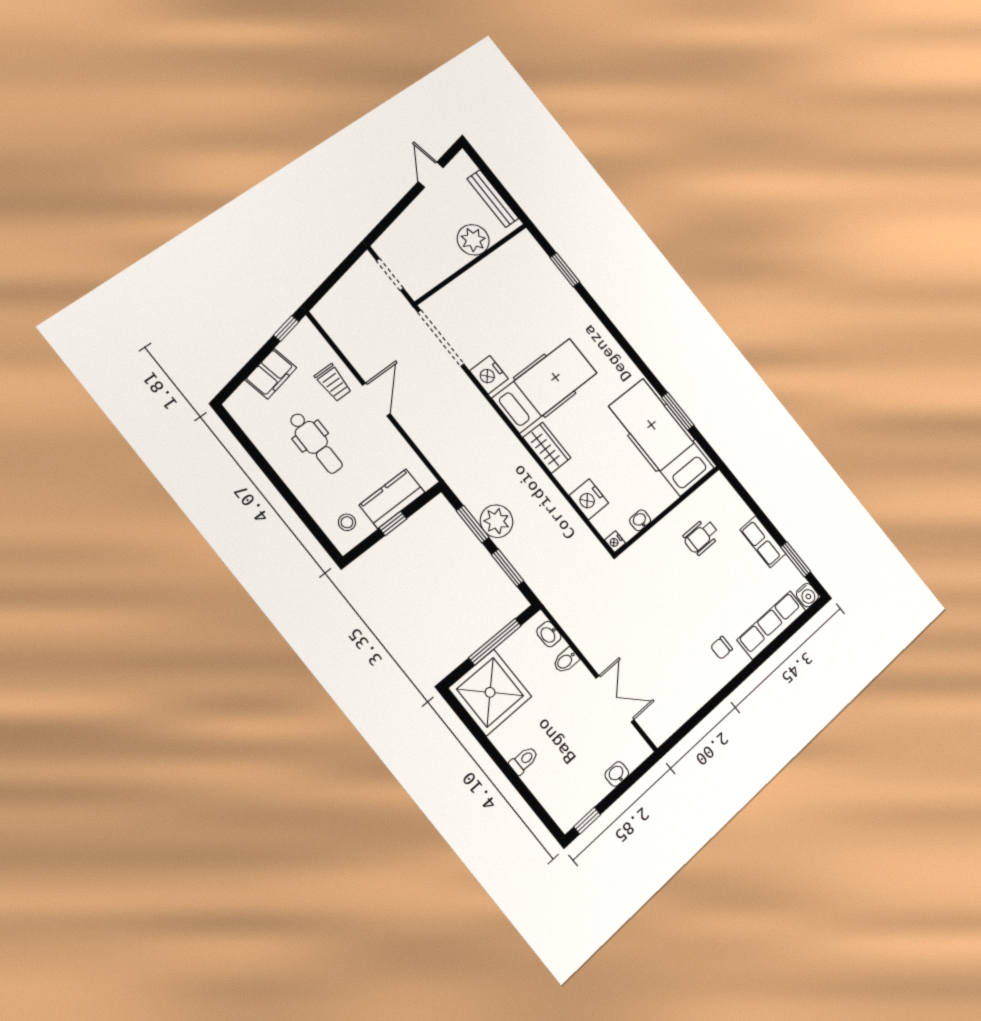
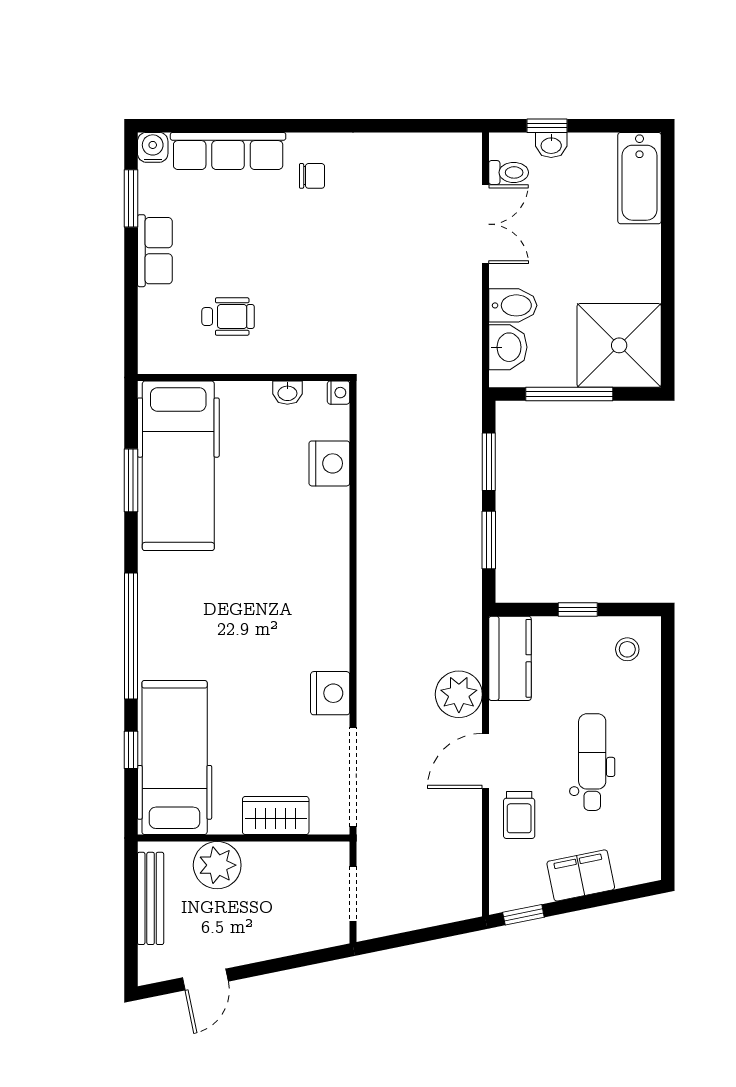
window: (565, 270) -> (131, 750), width x0.67
window: (613, 330) -> (131, 636), added
trolley: (333, 383) -> (519, 815), turned 180
hospital bed: (545, 385) -> (175, 758), moved, turned 90
wardrobe: (547, 448) -> (276, 816), moved, turned 90
kitchen counter: (392, 499) -> (510, 658), moved, turned -90
plant: (497, 521) -> (459, 694), moved
washbasin: (549, 634) -> (508, 347), width x1.38, depth x1.45
bidet: (566, 660) -> (513, 305), width x1.38, depth x1.36
double door: (615, 699) -> (486, 224), swing flipped
toilet: (524, 760) -> (509, 172), moved, turned 180
bathtub: (555, 798) -> (640, 178), added
window: (587, 821) -> (547, 126), moved

